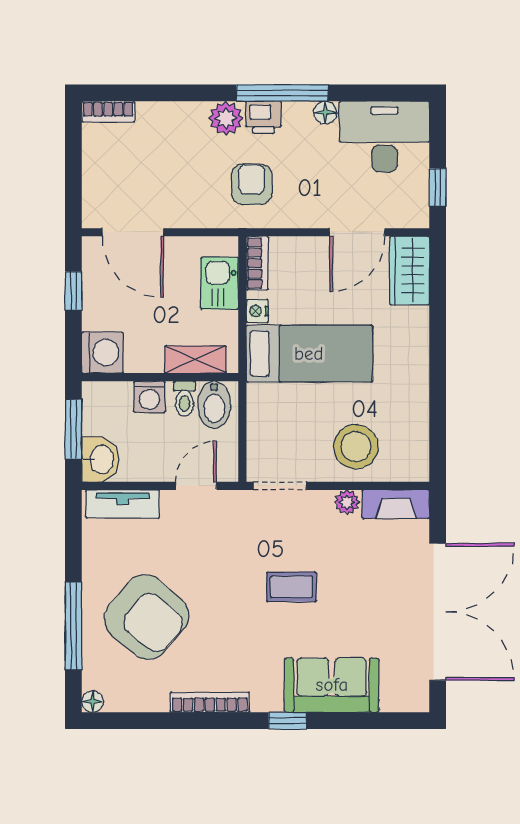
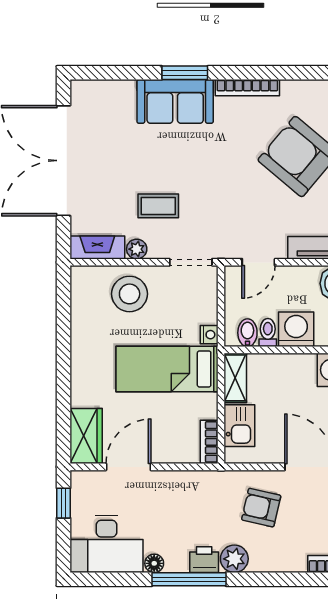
armchair: (252, 184) -> (261, 508), moved, turned 103
nightstand: (257, 311) -> (209, 335), moved
shelving: (195, 359) -> (235, 378), moved, turned 90
washing machine: (149, 397) -> (296, 329), width x1.38, depth x1.38
bidet: (214, 405) -> (247, 333), width x0.72, depth x0.74
coffee table: (291, 587) -> (158, 206), moved
sofa: (332, 685) -> (175, 101), moved
window: (287, 721) -> (185, 73), width x1.50

